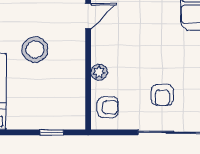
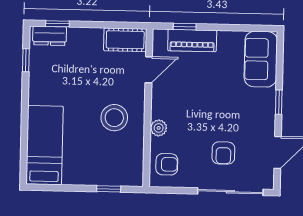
stool: (35, 50) -> (114, 118), moved

